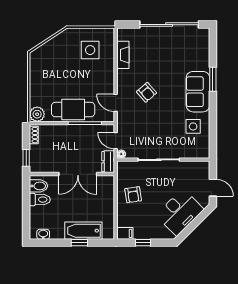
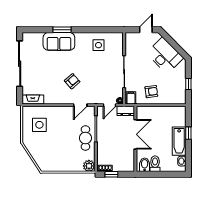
fireplace: (123, 55) -> (33, 99), moved
sofa: (198, 92) -> (59, 41), moved
cafe table: (73, 110) -> (85, 138), width x0.73, depth x0.74
window: (26, 158) -> (111, 174), moved
bathtub: (83, 231) -> (179, 141), moved
filing cabinet: (125, 233) -> (131, 98), moved

